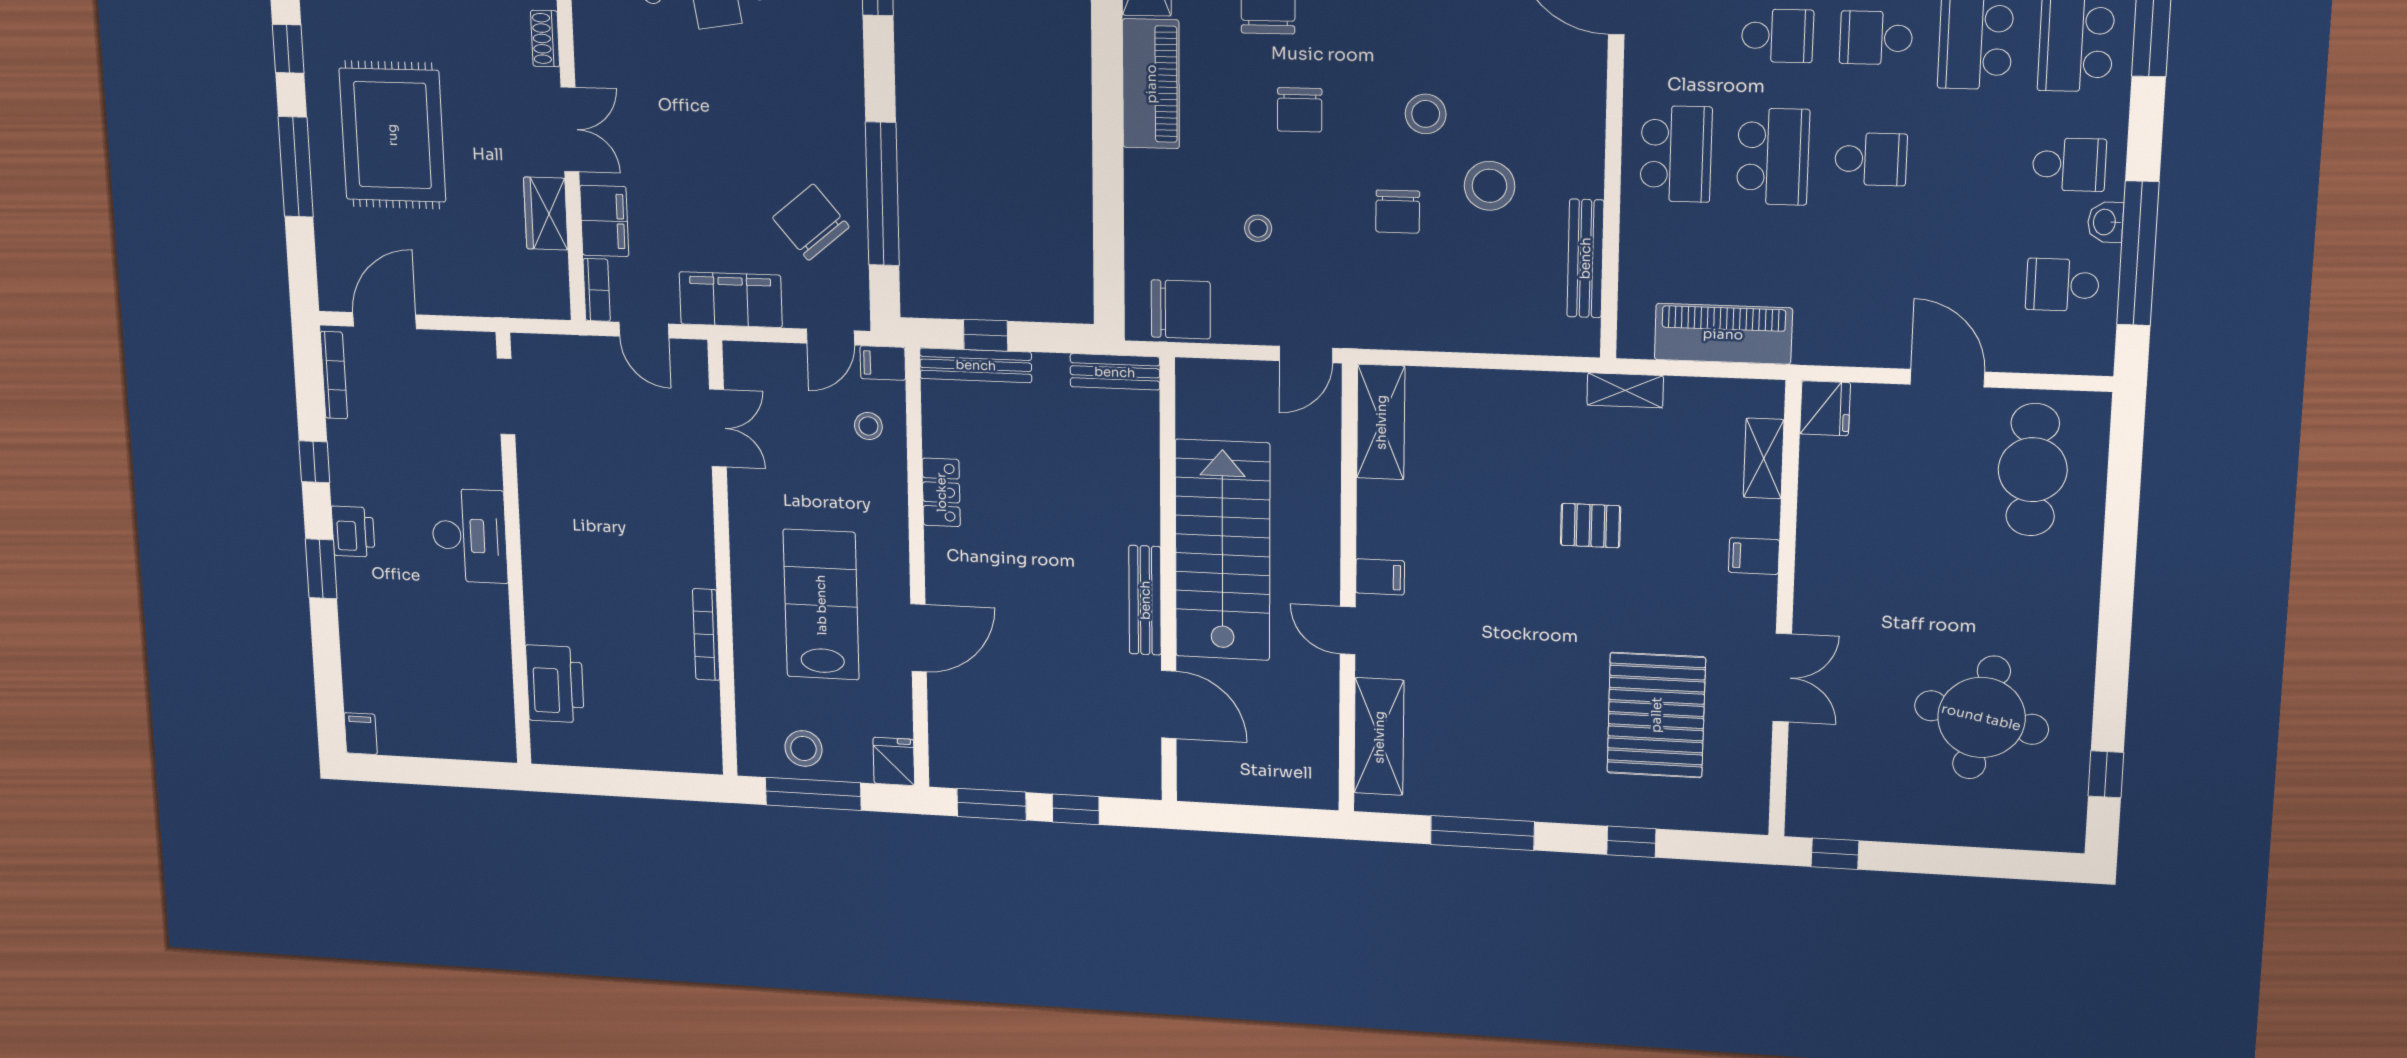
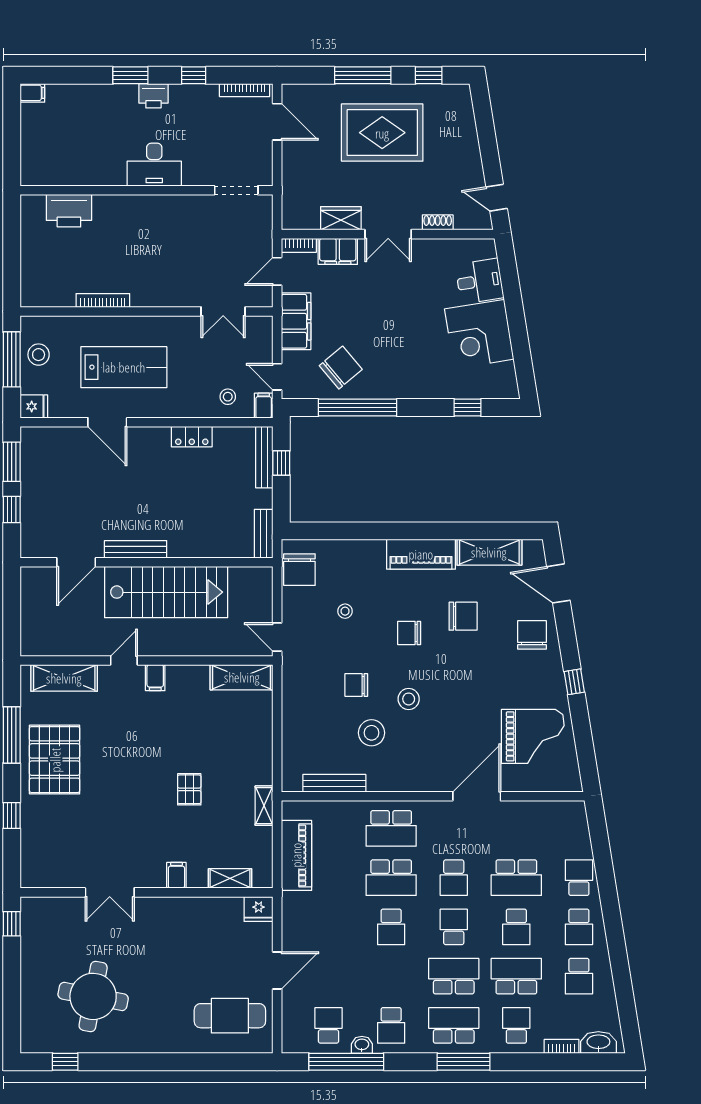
pallet: (1656, 715) -> (55, 760), moved, turned 90

